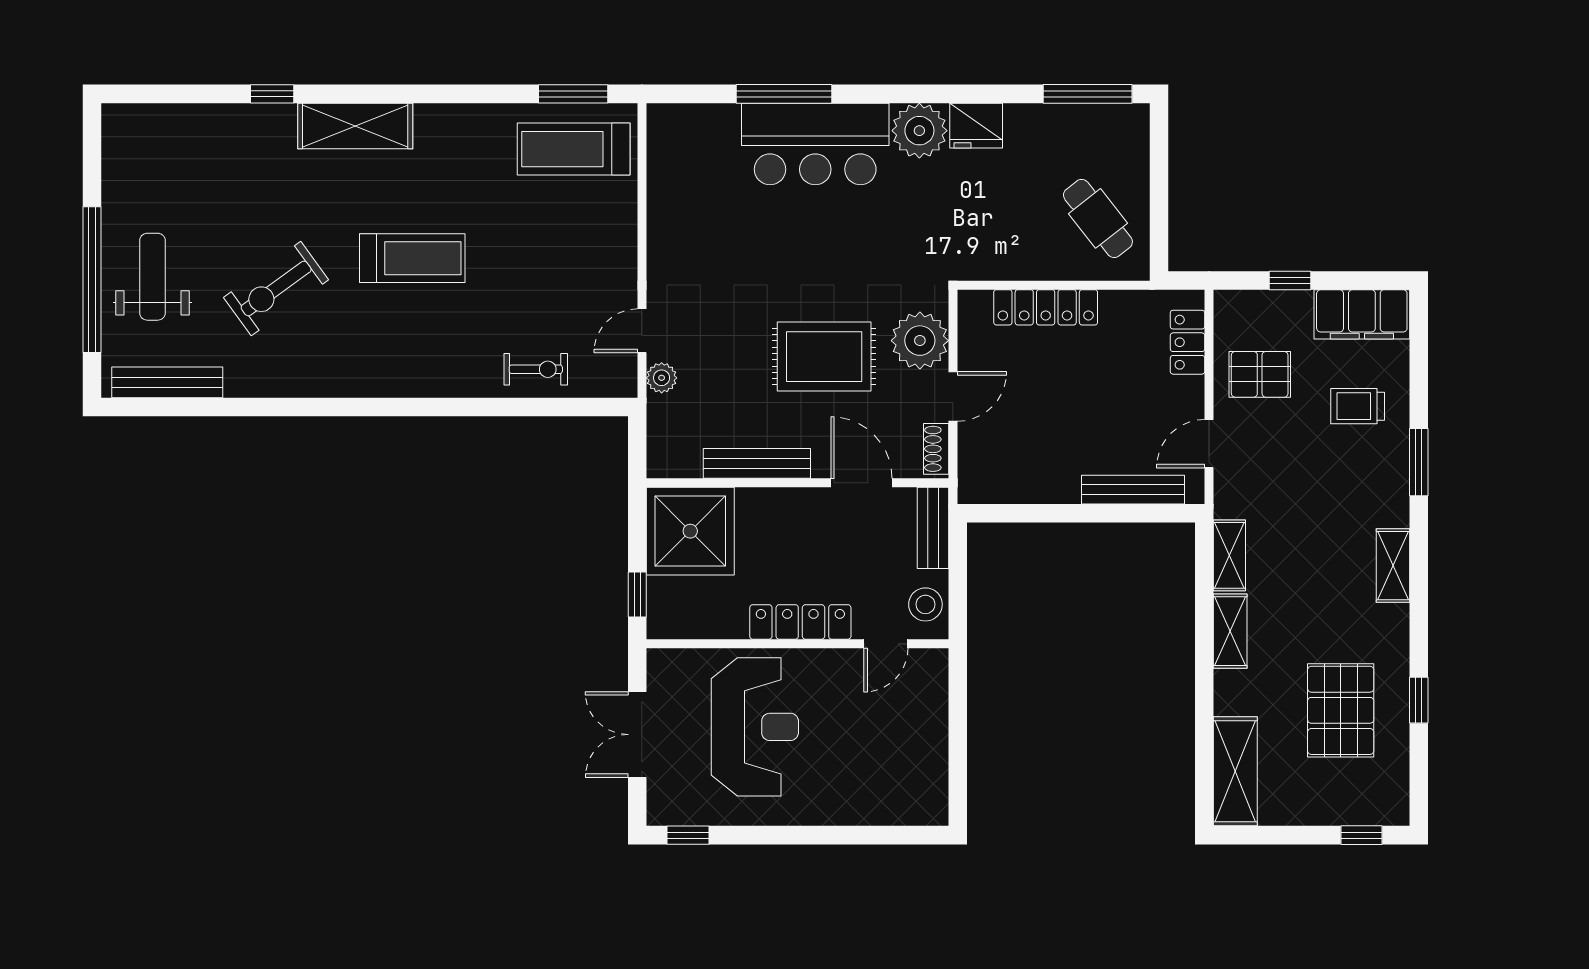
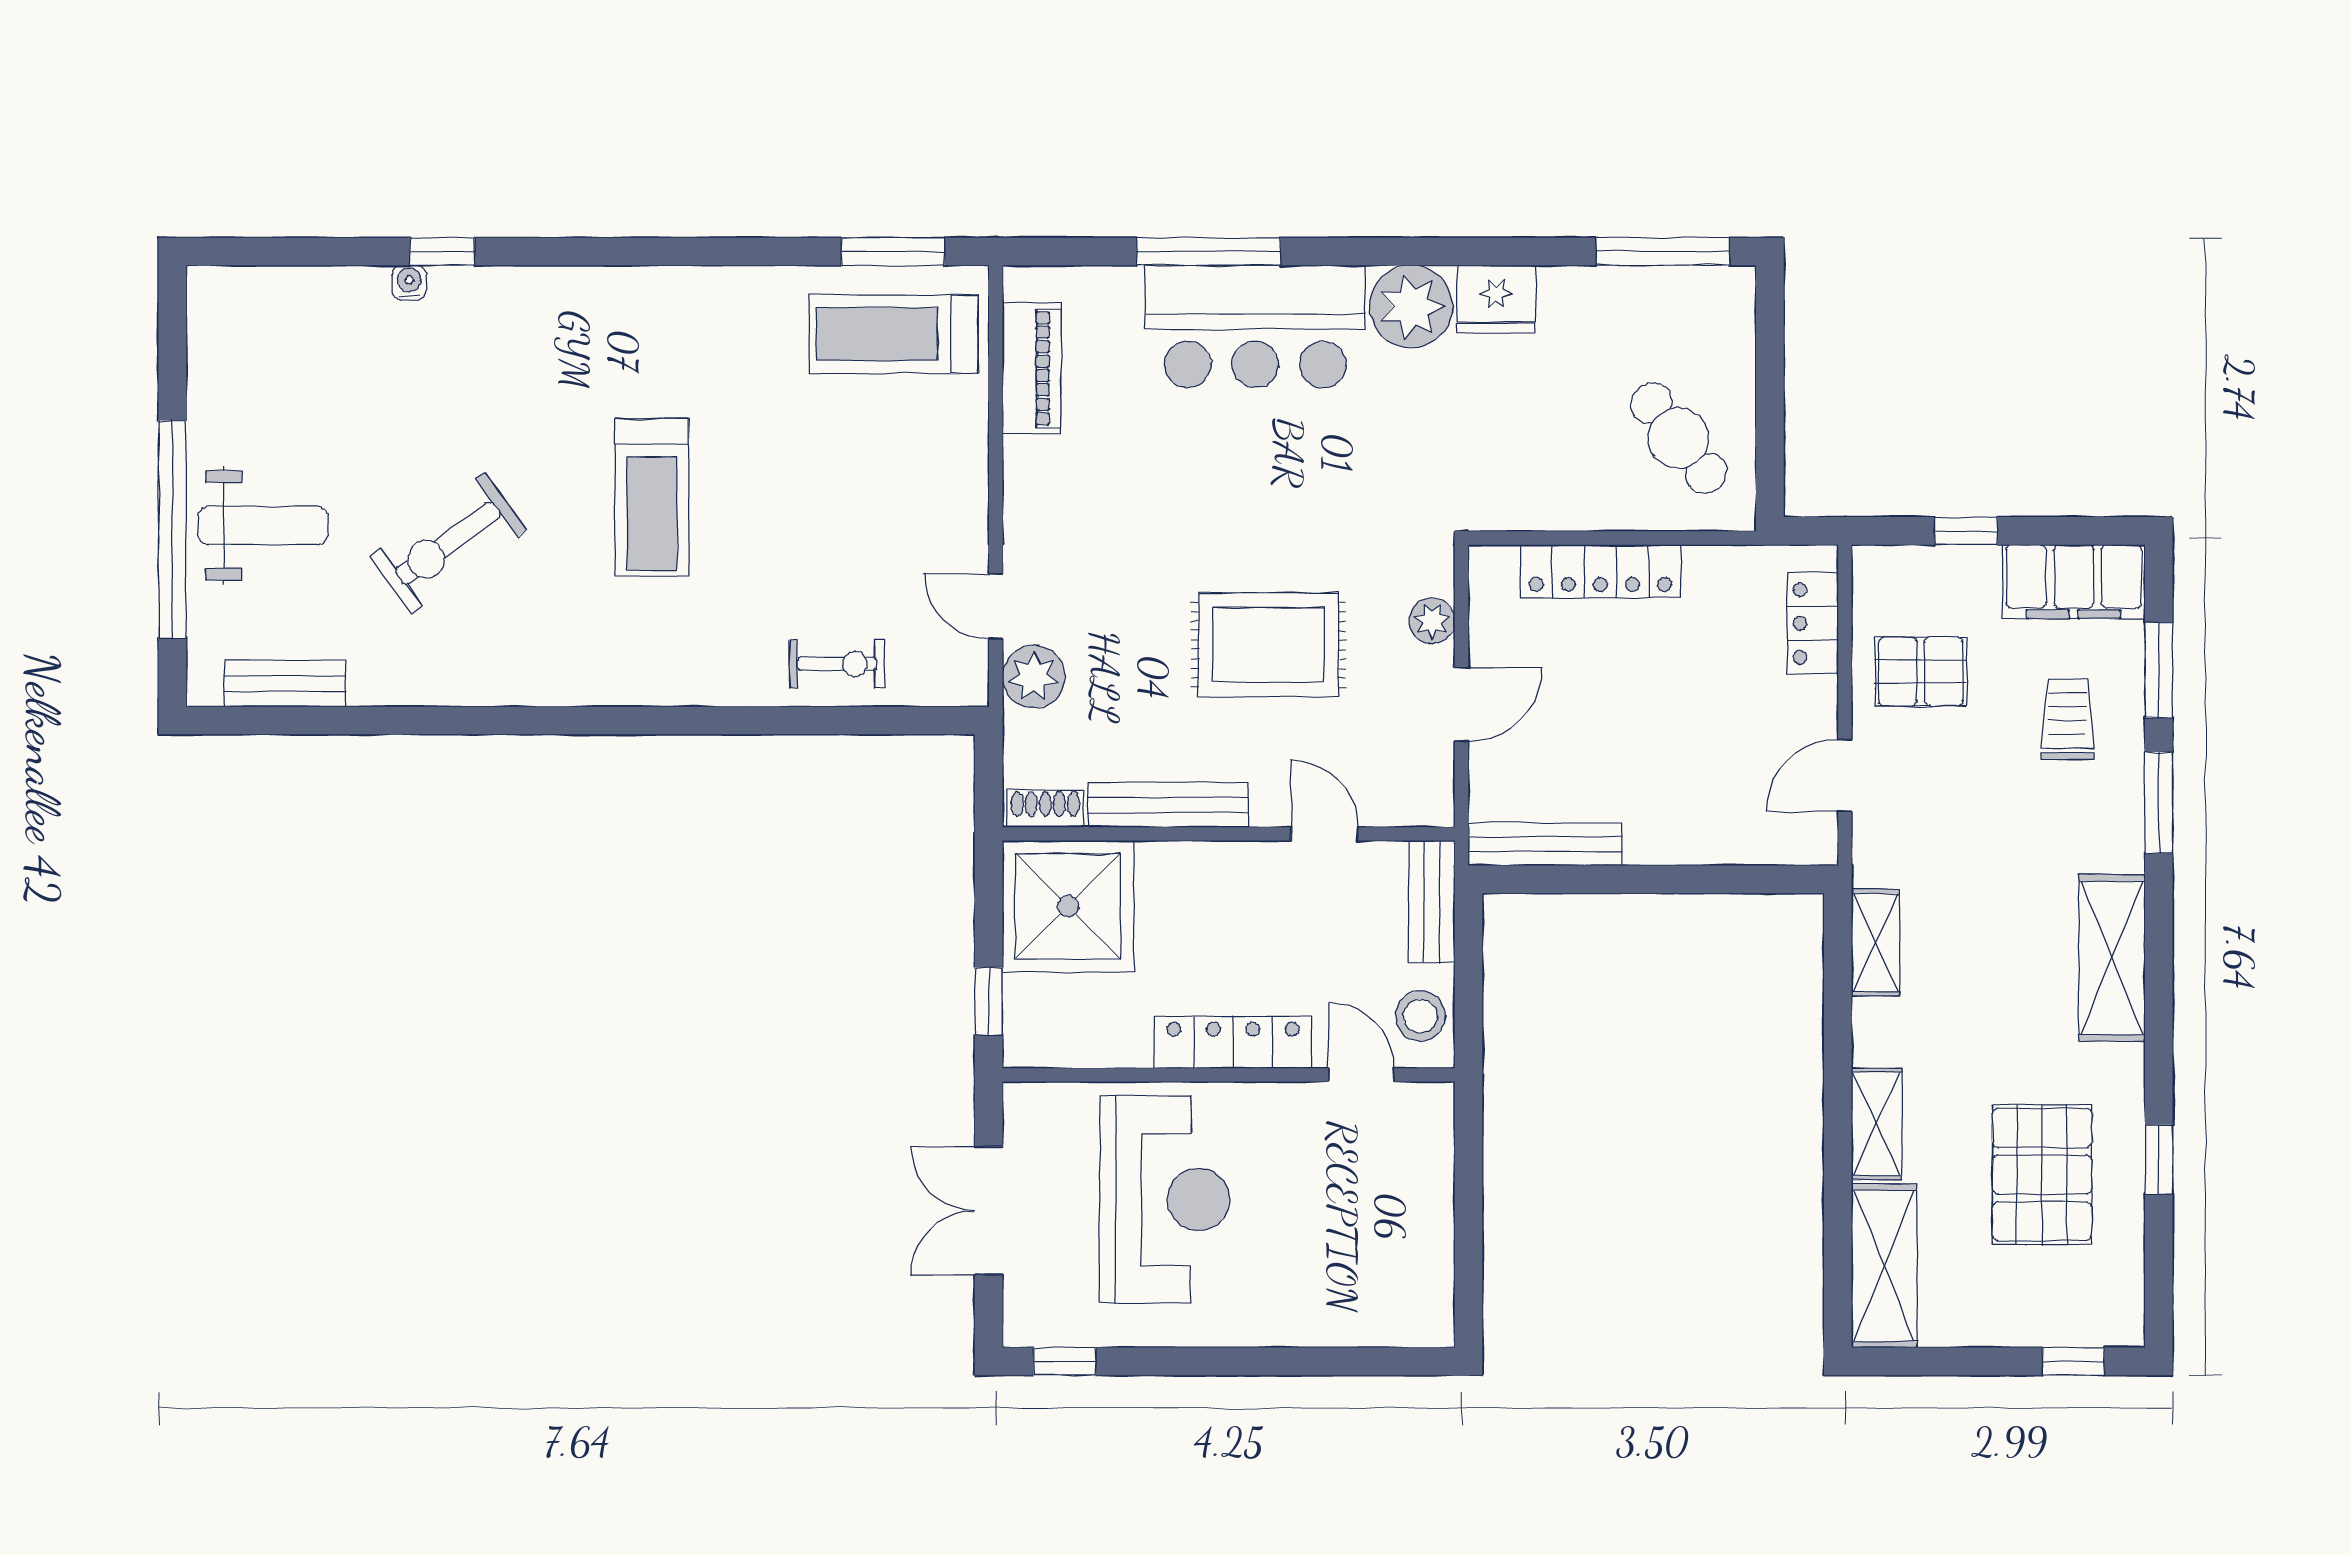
water cooler: (250, 115) -> (409, 283), added
shelving: (355, 126) -> (566, 300), removed
piano: (666, 172) -> (1032, 368), added
treadmill: (412, 258) -> (652, 498), turned 90
weight bench: (152, 277) -> (263, 525), turned 90
door: (642, 331) -> (996, 606), hinge flipped
plant: (920, 341) -> (1432, 621), width x0.53, depth x0.53
window: (1419, 374) -> (2159, 670), added
plant: (662, 378) -> (1034, 677), width x1.38, depth x1.38
bench: (167, 382) -> (285, 684), width x0.73
trolley: (1358, 406) -> (2067, 719), turned 90
shoe rack: (936, 449) -> (1045, 809), moved, turned 90
door: (861, 483) -> (1325, 834), width x0.73
bench: (1133, 490) -> (1545, 844), moved
shelving: (1393, 566) -> (2112, 958), width x1.50, depth x1.33
shelving: (1230, 631) -> (1877, 1124), moved
door: (886, 644) -> (1361, 1075), swing flipped

